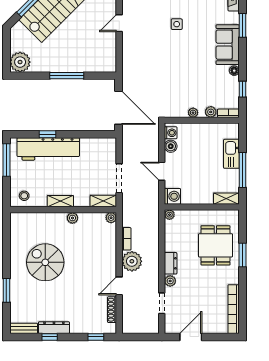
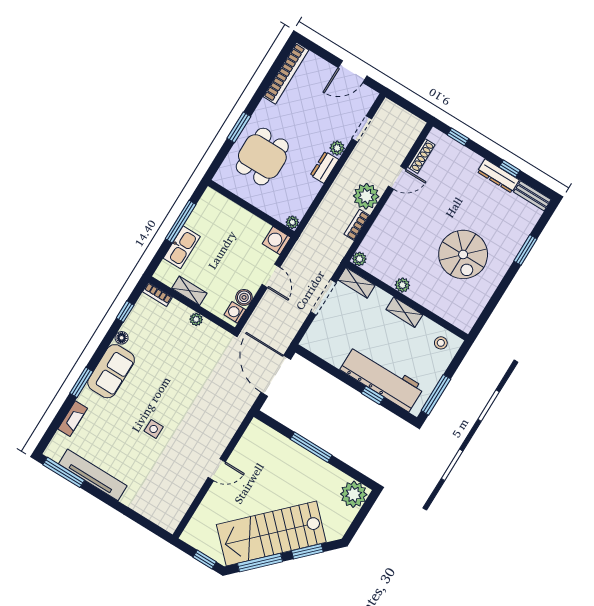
plant: (211, 112) -> (176, 308), removed
shelving: (226, 199) -> (189, 291), moved

